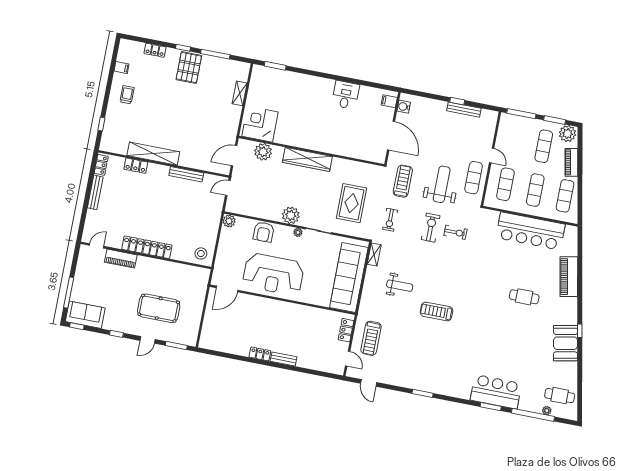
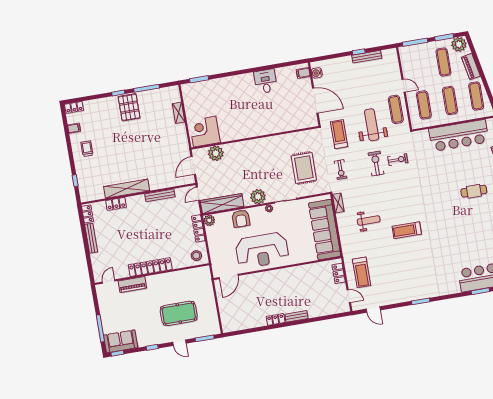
locker: (155, 50) -> (74, 107), moved
wardrobe: (307, 159) -> (222, 204), moved, turned 180
locker: (214, 225) -> (198, 228), added
door: (148, 340) -> (179, 343), hinge flipped

